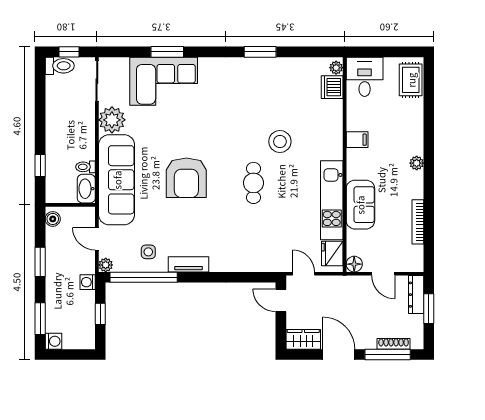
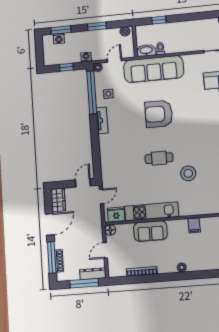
plant: (112, 120) -> (193, 62), removed
window: (429, 309) -> (84, 283), width x1.44
washing machine: (53, 341) -> (59, 38), moved

